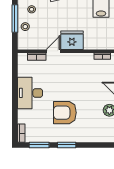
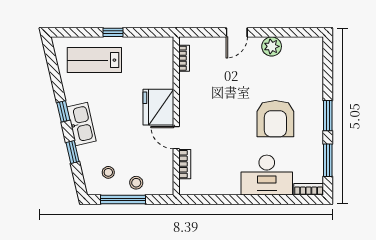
desk: (30, 93) -> (267, 175), moved

